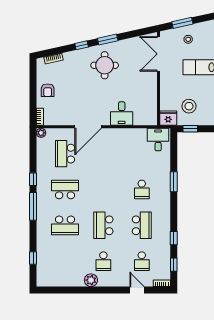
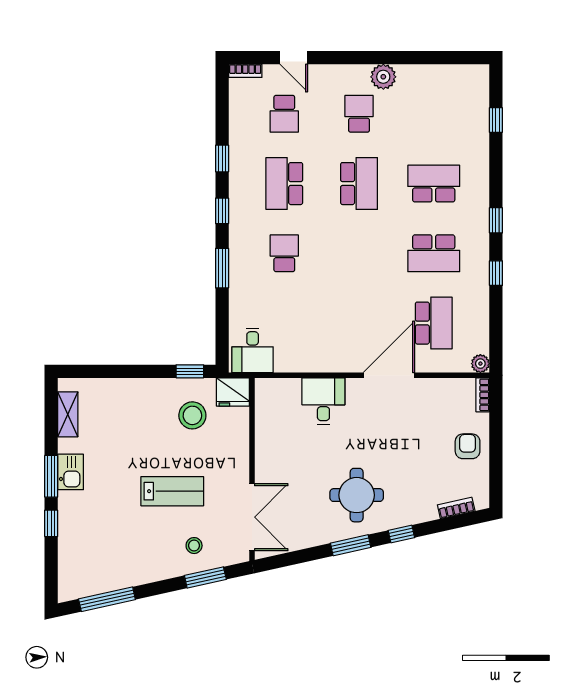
window: (33, 206) -> (496, 220), width x0.46
school desk: (142, 261) -> (284, 114), turned 180
window: (174, 265) -> (222, 211), moved

